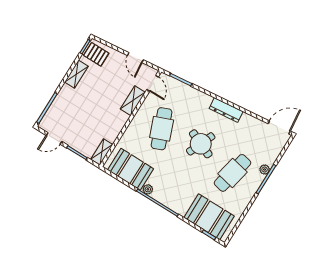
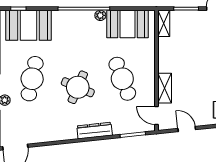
dresser: (226, 110) -> (95, 131), moved

